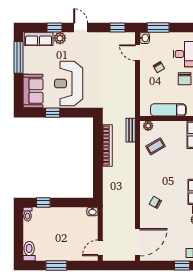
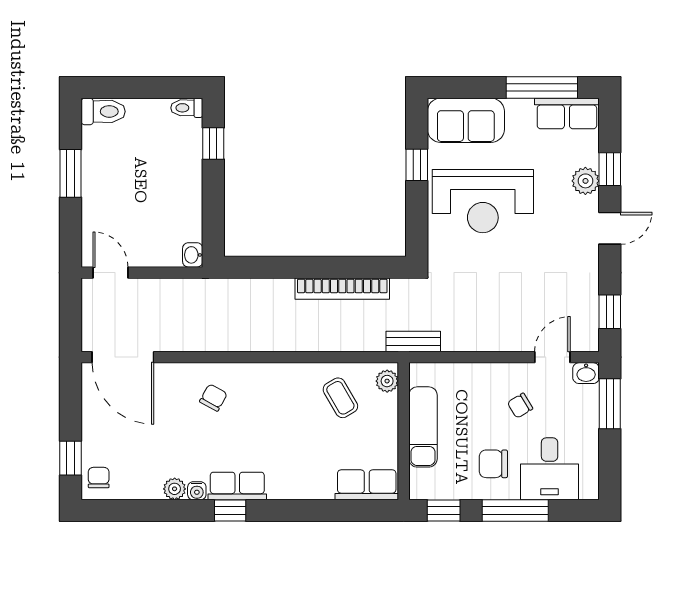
row of seats: (39, 39) -> (567, 114), moved, turned -90
reception desk: (69, 84) -> (483, 201), turned 180
bench: (131, 130) -> (413, 342), moved

